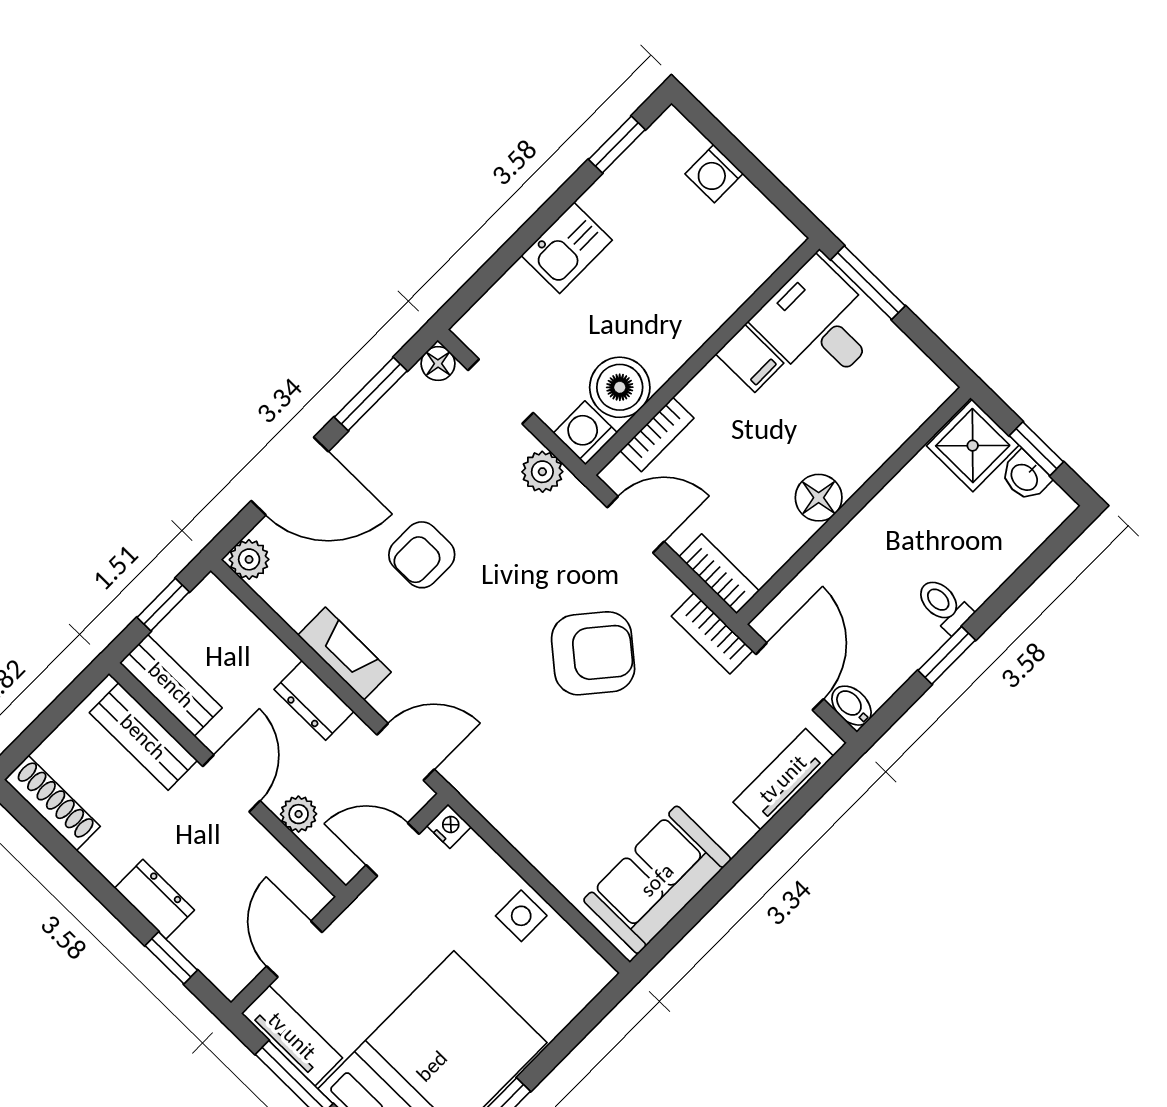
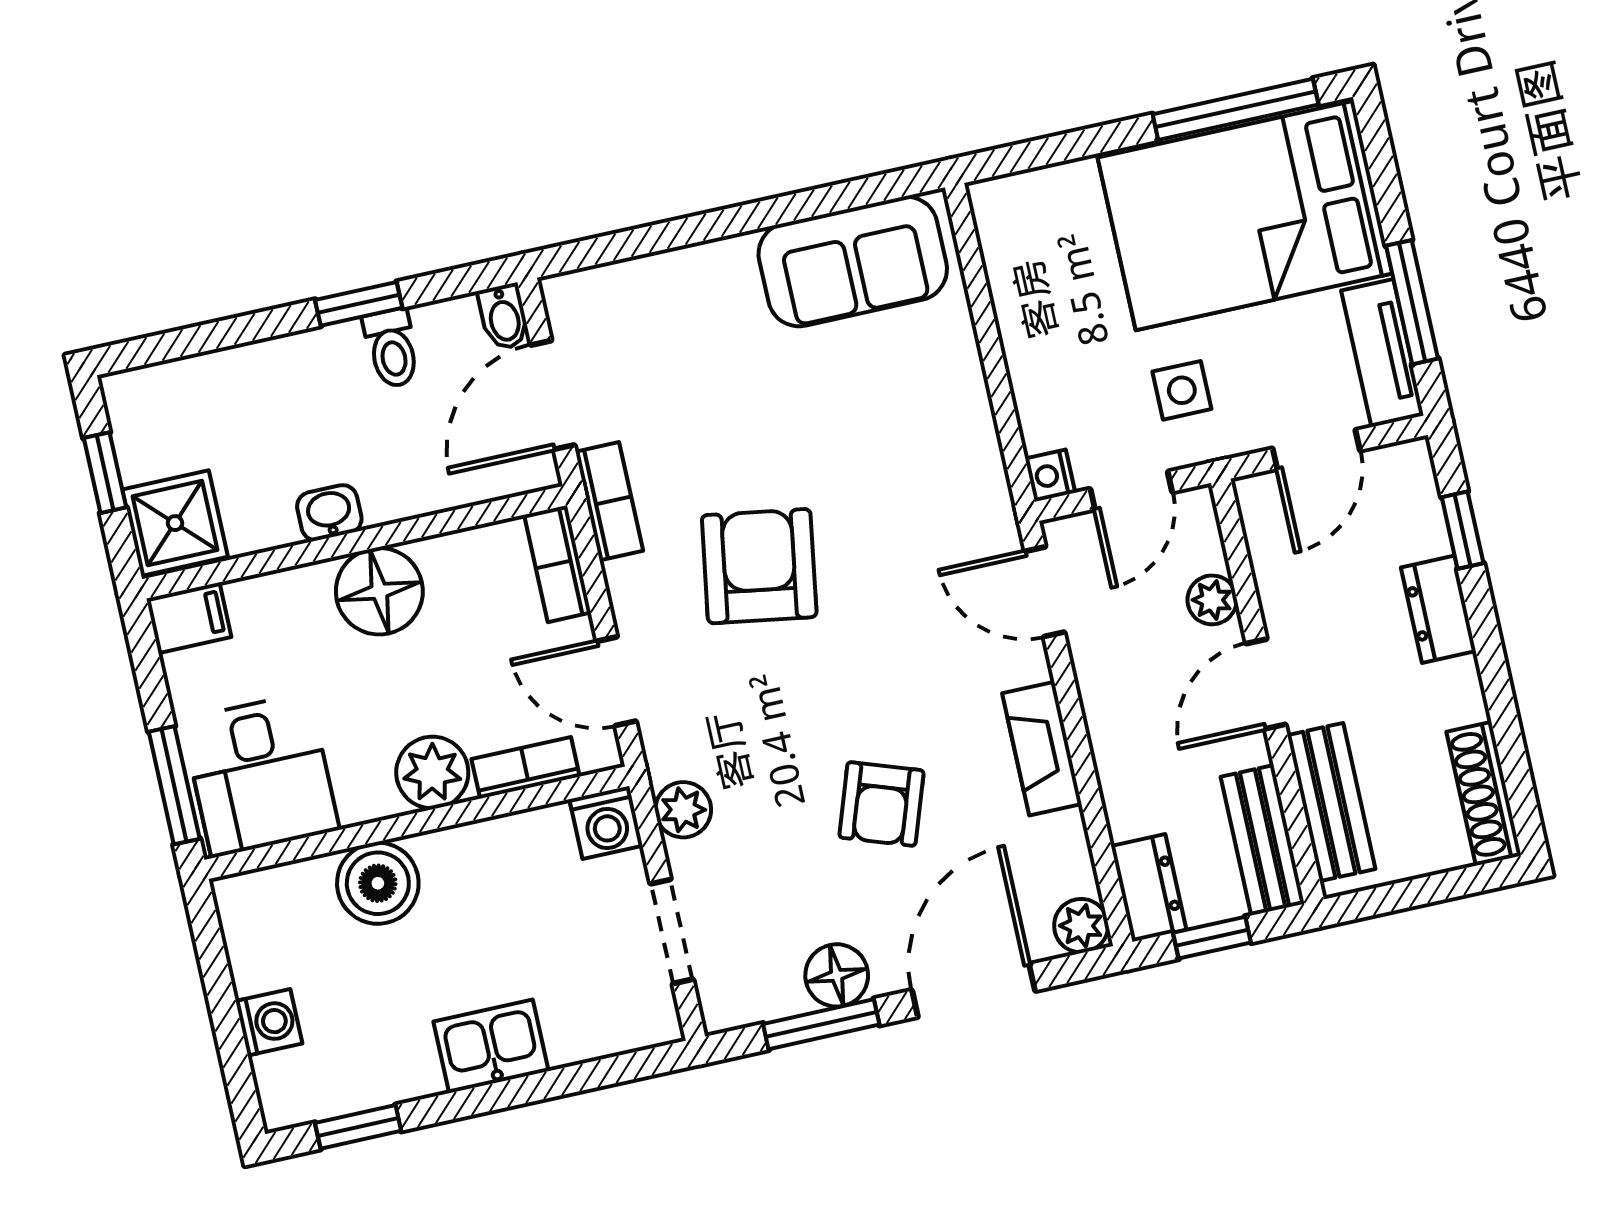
filing cabinet: (750, 358) -> (189, 618), moved, turned 90
floor lamp: (438, 364) -> (837, 975), moved, width x1.37, depth x1.37
boiler: (620, 387) -> (378, 883), moved
plant: (713, 394) -> (432, 773), added
door: (290, 476) -> (974, 990), hinge flipped
washbasin: (1025, 477) -> (329, 513), moved, turned -90
floor lamp: (819, 498) -> (379, 591), width x1.38, depth x1.38
armchair: (422, 555) -> (881, 804), turned 109
toilet: (944, 605) -> (392, 348), moved
armchair: (593, 653) -> (759, 566), turned 59
dresser: (314, 700) -> (1149, 888), moved
tv unit: (783, 779) -> (636, 283), removed
door: (393, 850) -> (1131, 490), hinge flipped
side table: (521, 916) -> (1182, 390), moved

